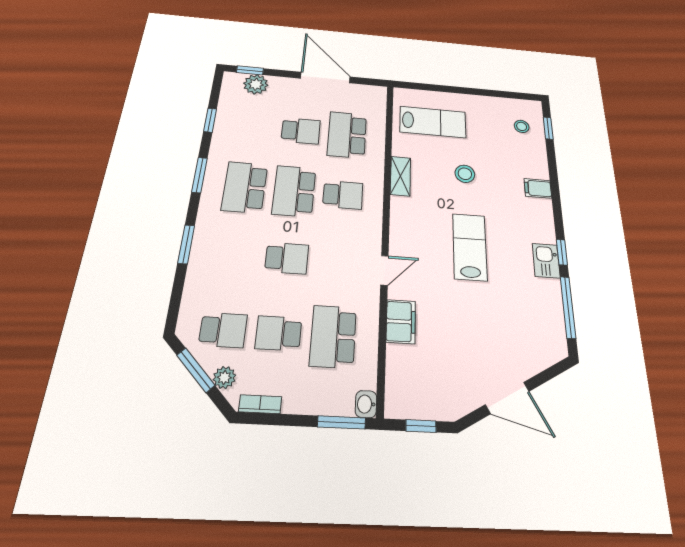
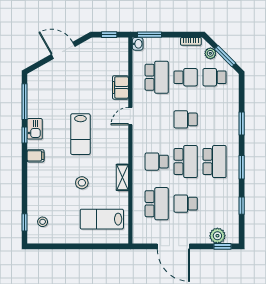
filing cabinet: (538, 188) -> (36, 156), moved

